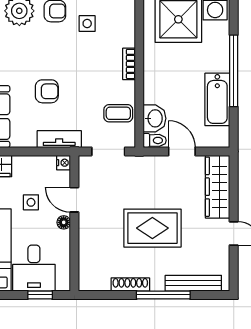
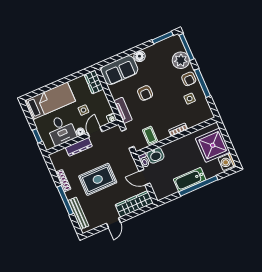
bathtub: (217, 99) -> (190, 180), moved
door: (182, 151) -> (144, 177), swing flipped
rug: (152, 228) -> (98, 179), turned 90
dresser: (87, 236) -> (79, 147), added
desk: (34, 268) -> (61, 130), moved, turned -90

